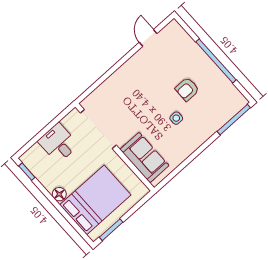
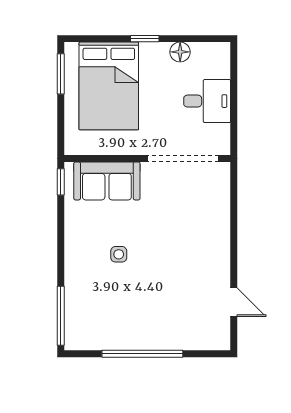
armchair: (187, 89) -> (140, 295), removed
window: (27, 172) -> (145, 39), moved
window: (166, 180) -> (61, 182), added
floor lamp: (59, 194) -> (180, 52), moved

